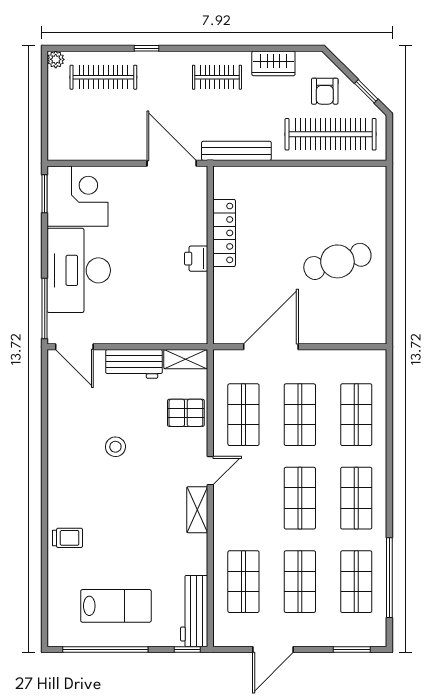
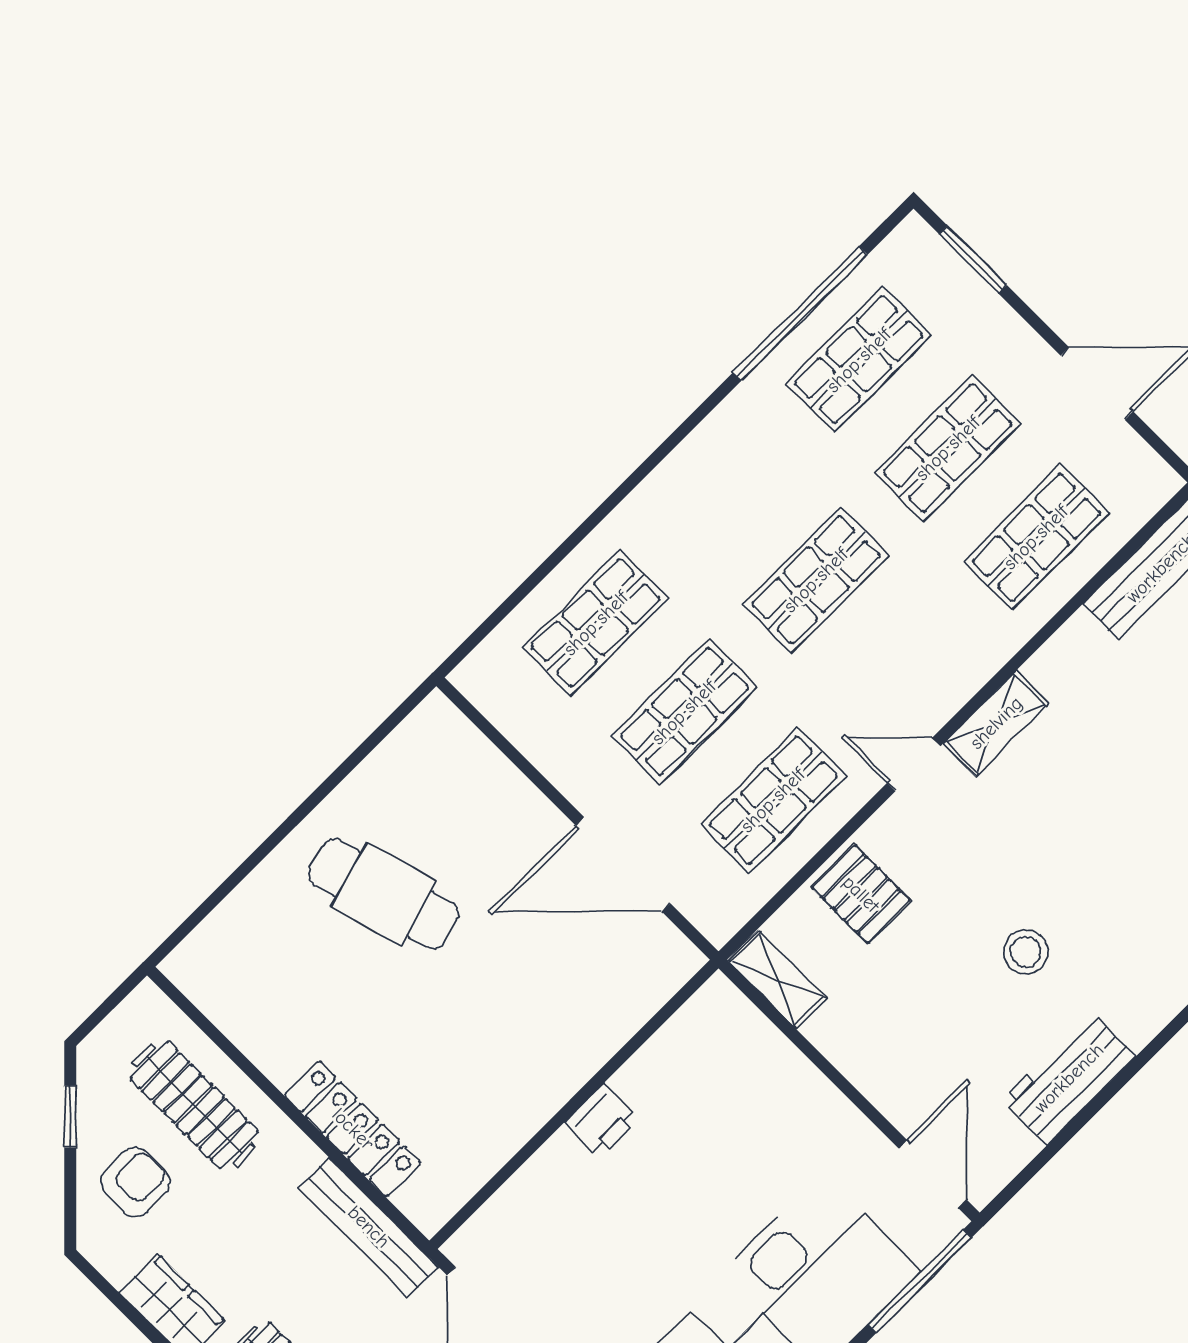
clothes rail: (331, 134) -> (194, 1105), width x0.73, depth x0.76
locker: (224, 233) -> (353, 1129), moved, turned 90
workbench: (134, 364) -> (1069, 1078), moved, turned -90
shop shelf: (356, 498) -> (727, 491), removed

